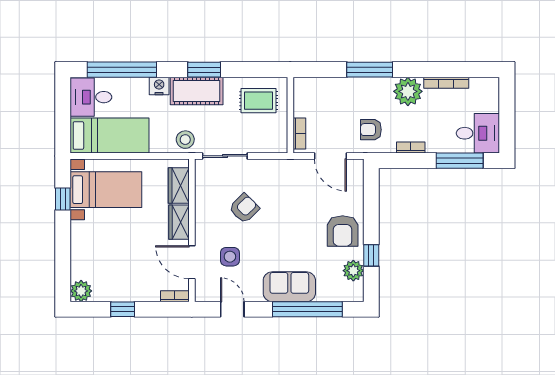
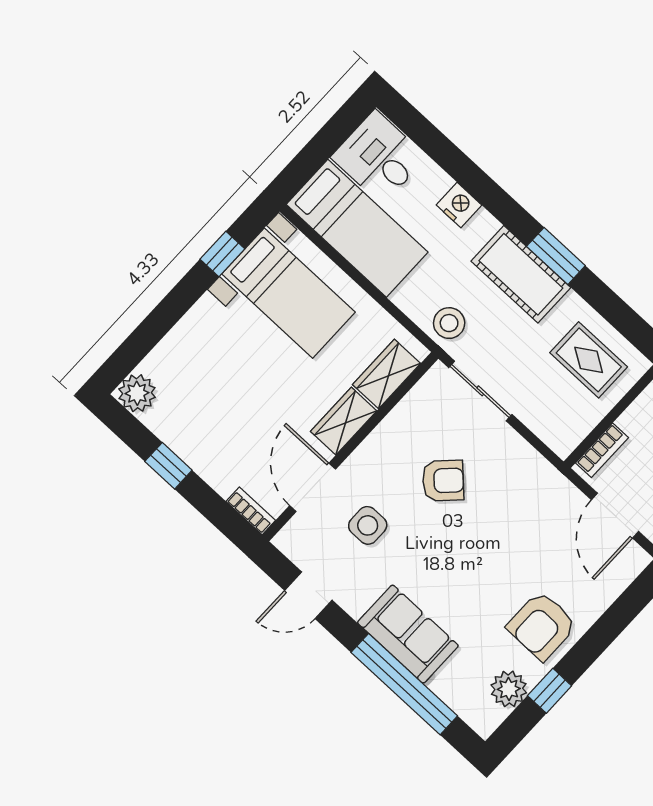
window: (122, 70) -> (451, 159), removed
nightstand: (159, 86) -> (459, 205), moved
door: (232, 309) -> (308, 595), swing flipped

